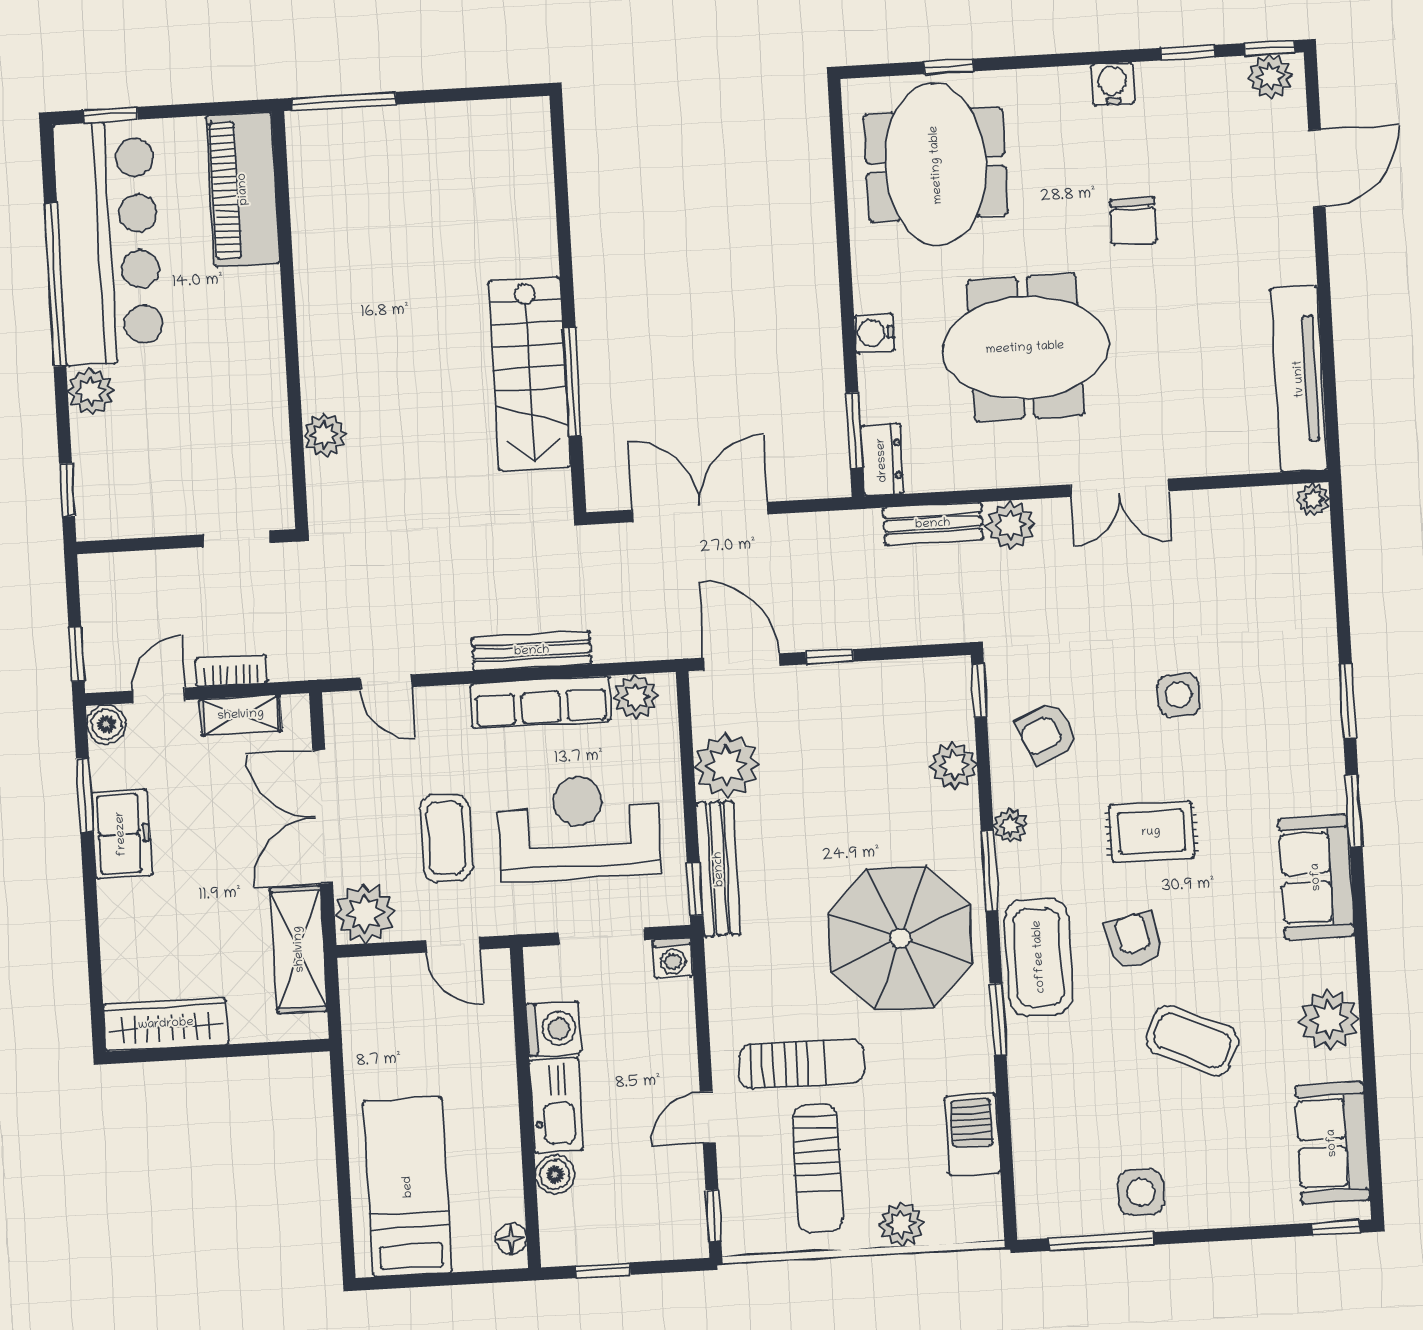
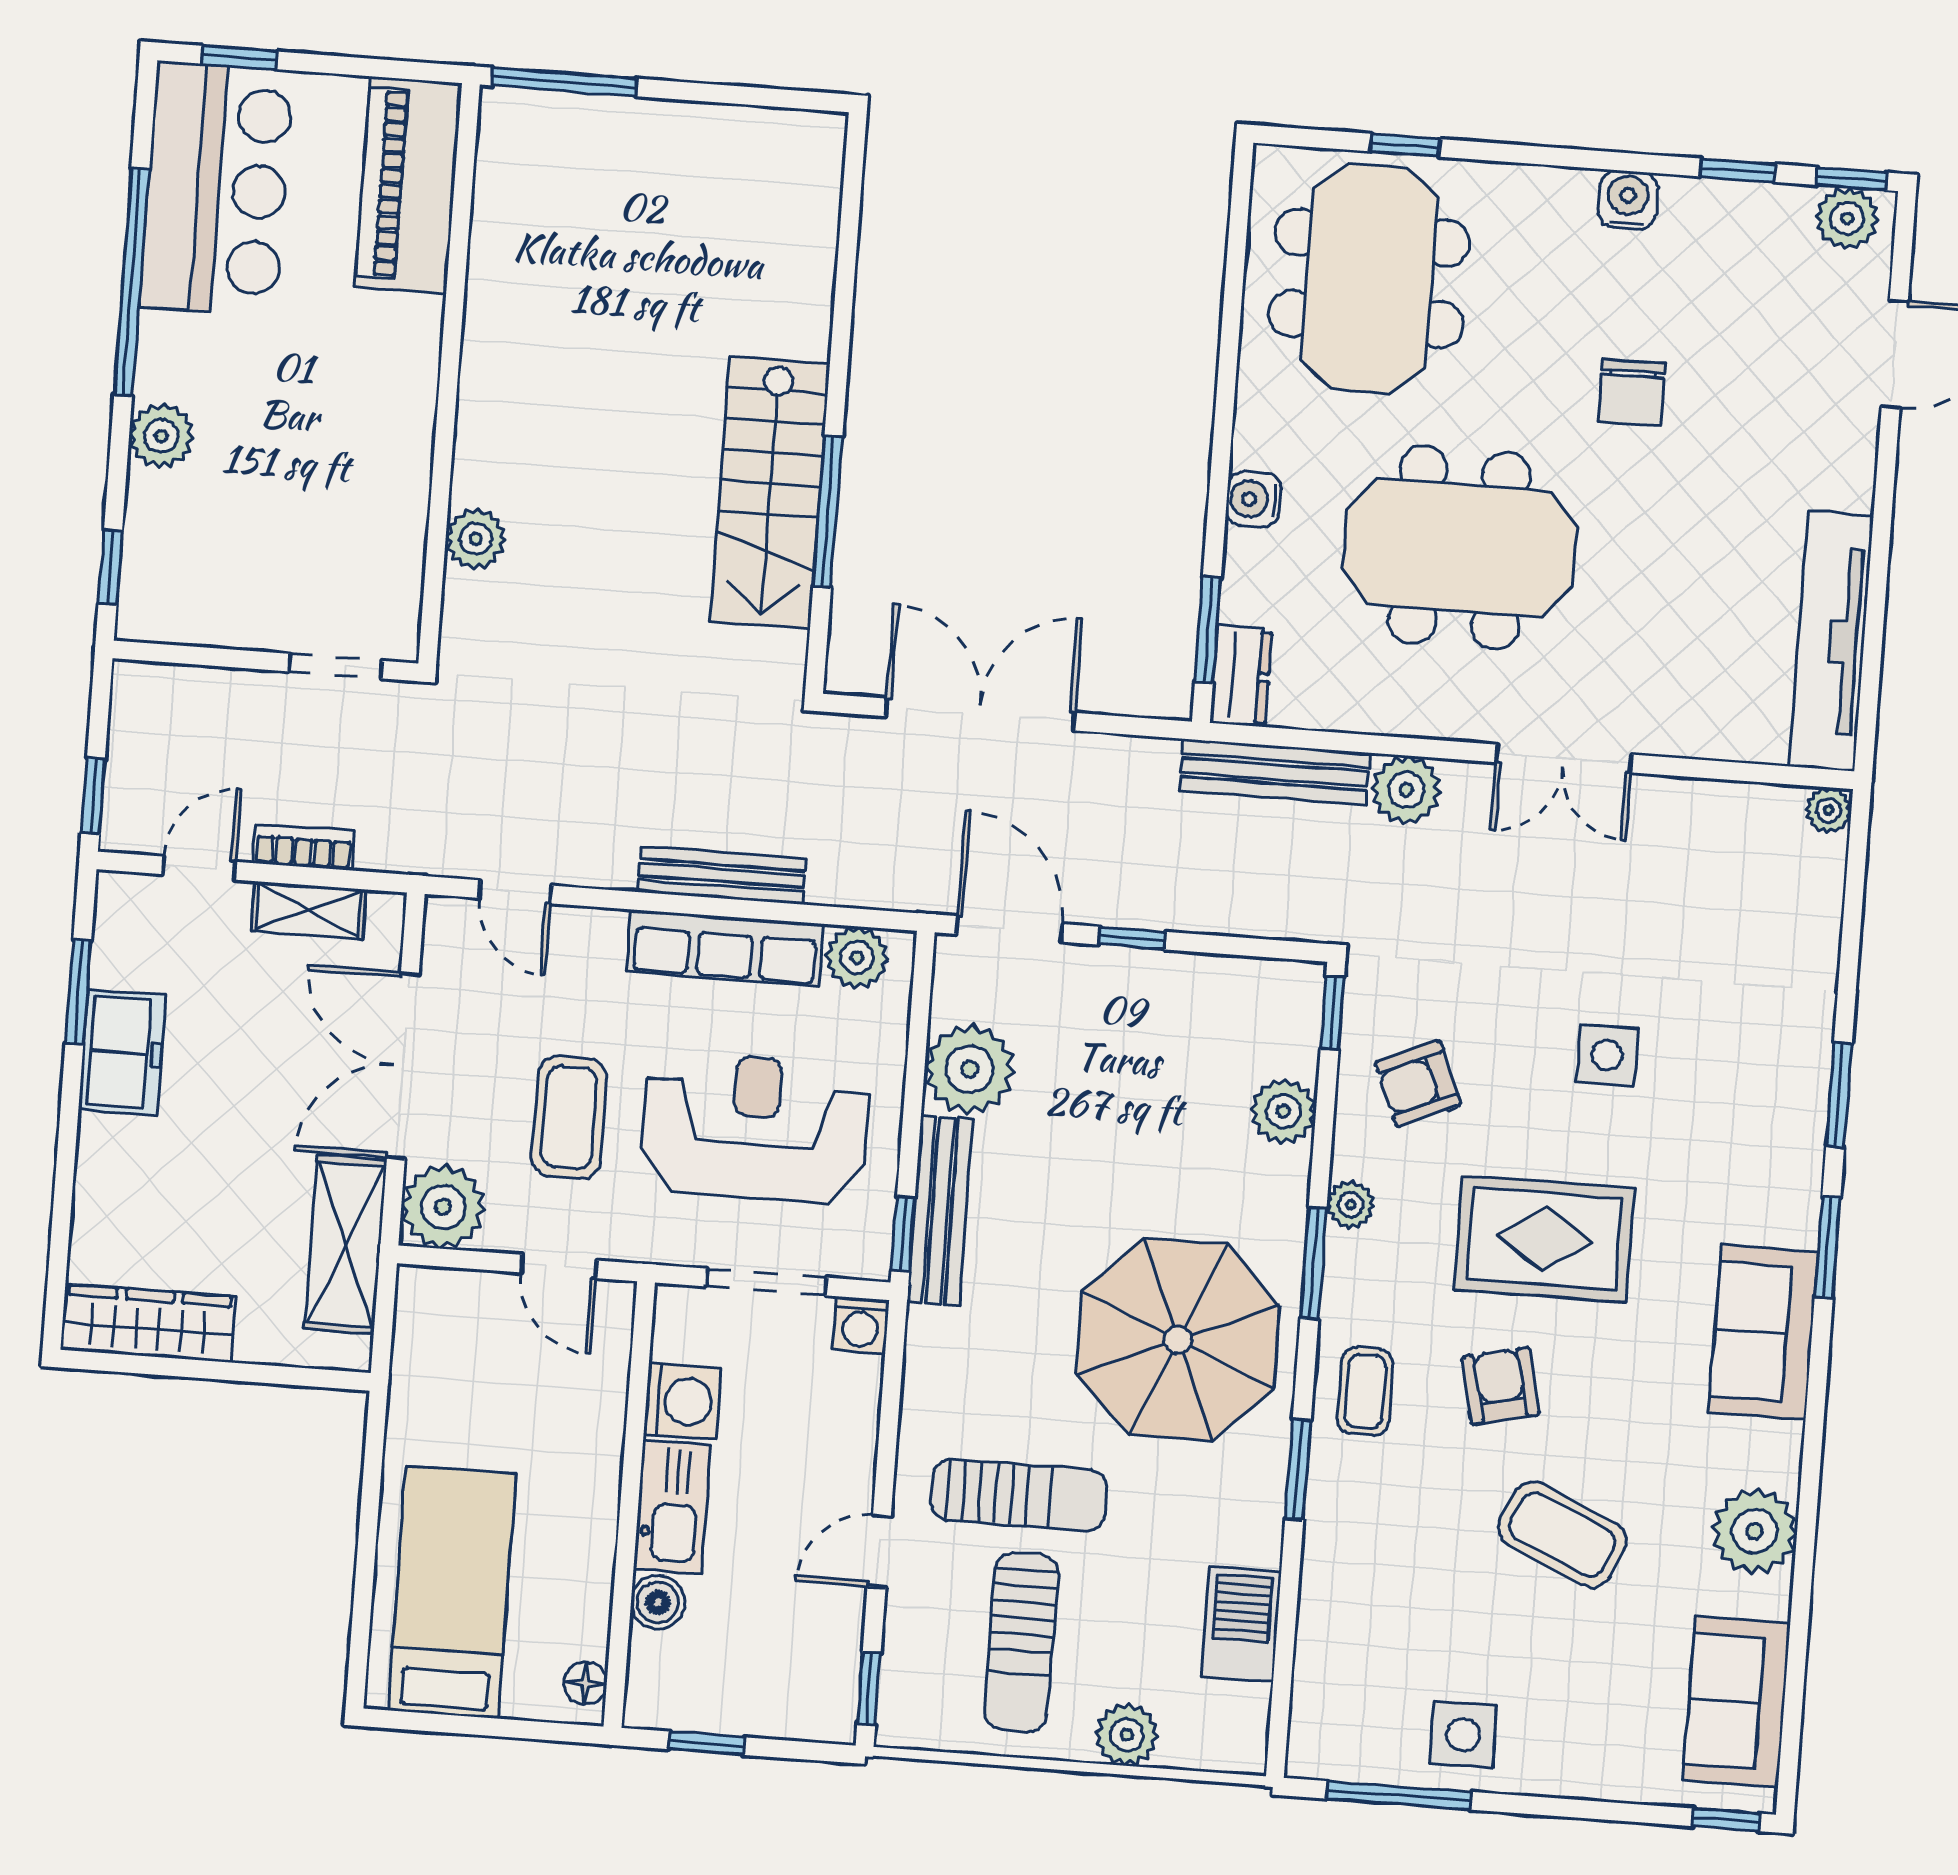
bar counter: (109, 243) -> (216, 189), width x0.73
bench: (933, 524) -> (1275, 772), width x1.36
boiler: (106, 724) -> (121, 898), removed
rug: (1151, 832) -> (1544, 1239), width x1.36, depth x1.43
coffee table: (1039, 957) -> (1365, 1391), width x0.54, depth x0.58

